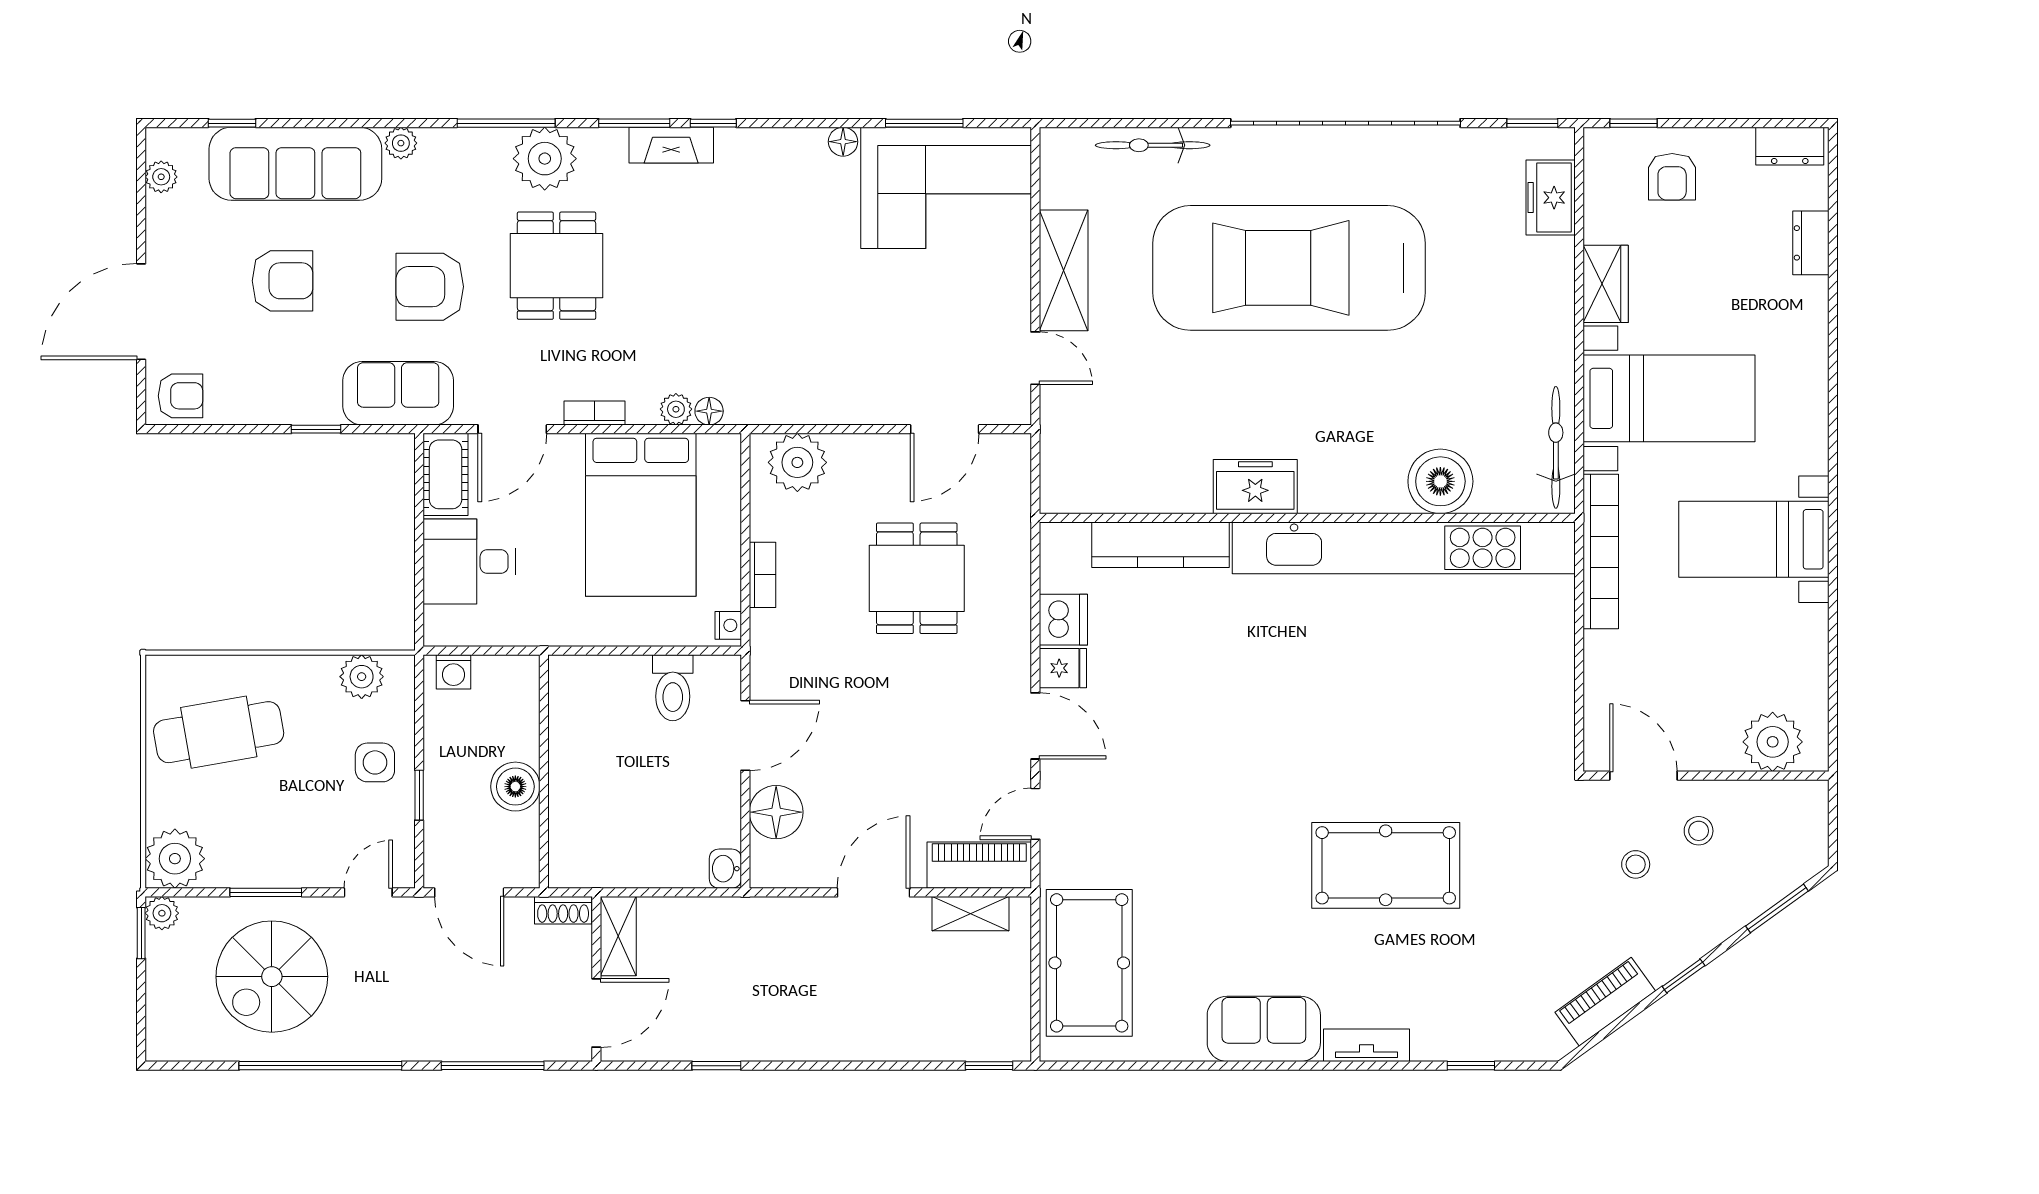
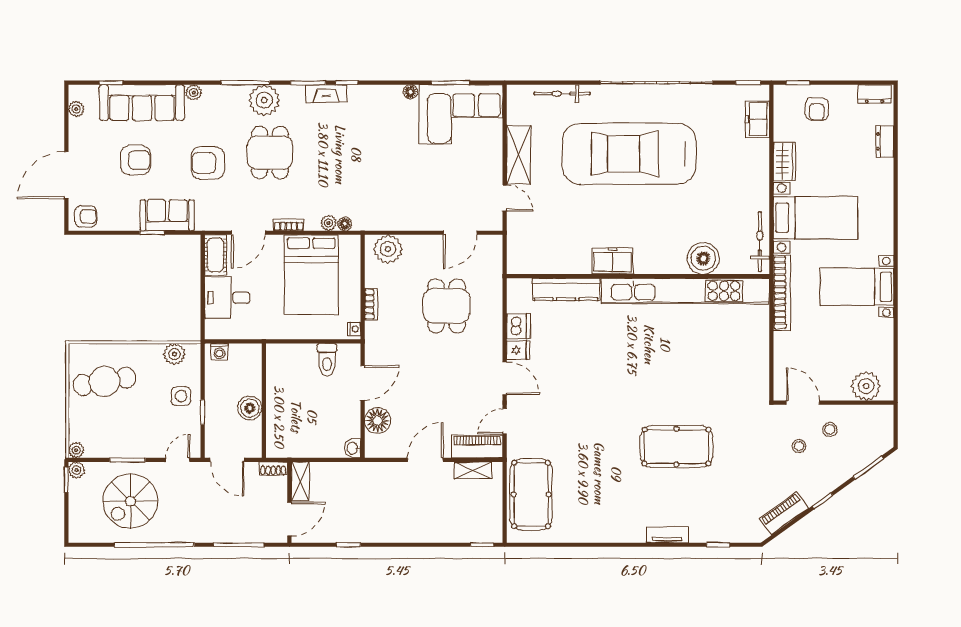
sofa: (398, 393) -> (167, 215), moved
plant: (175, 859) -> (76, 450), width x0.53, depth x0.53
sofa: (1264, 1029) -> (617, 527), removed

